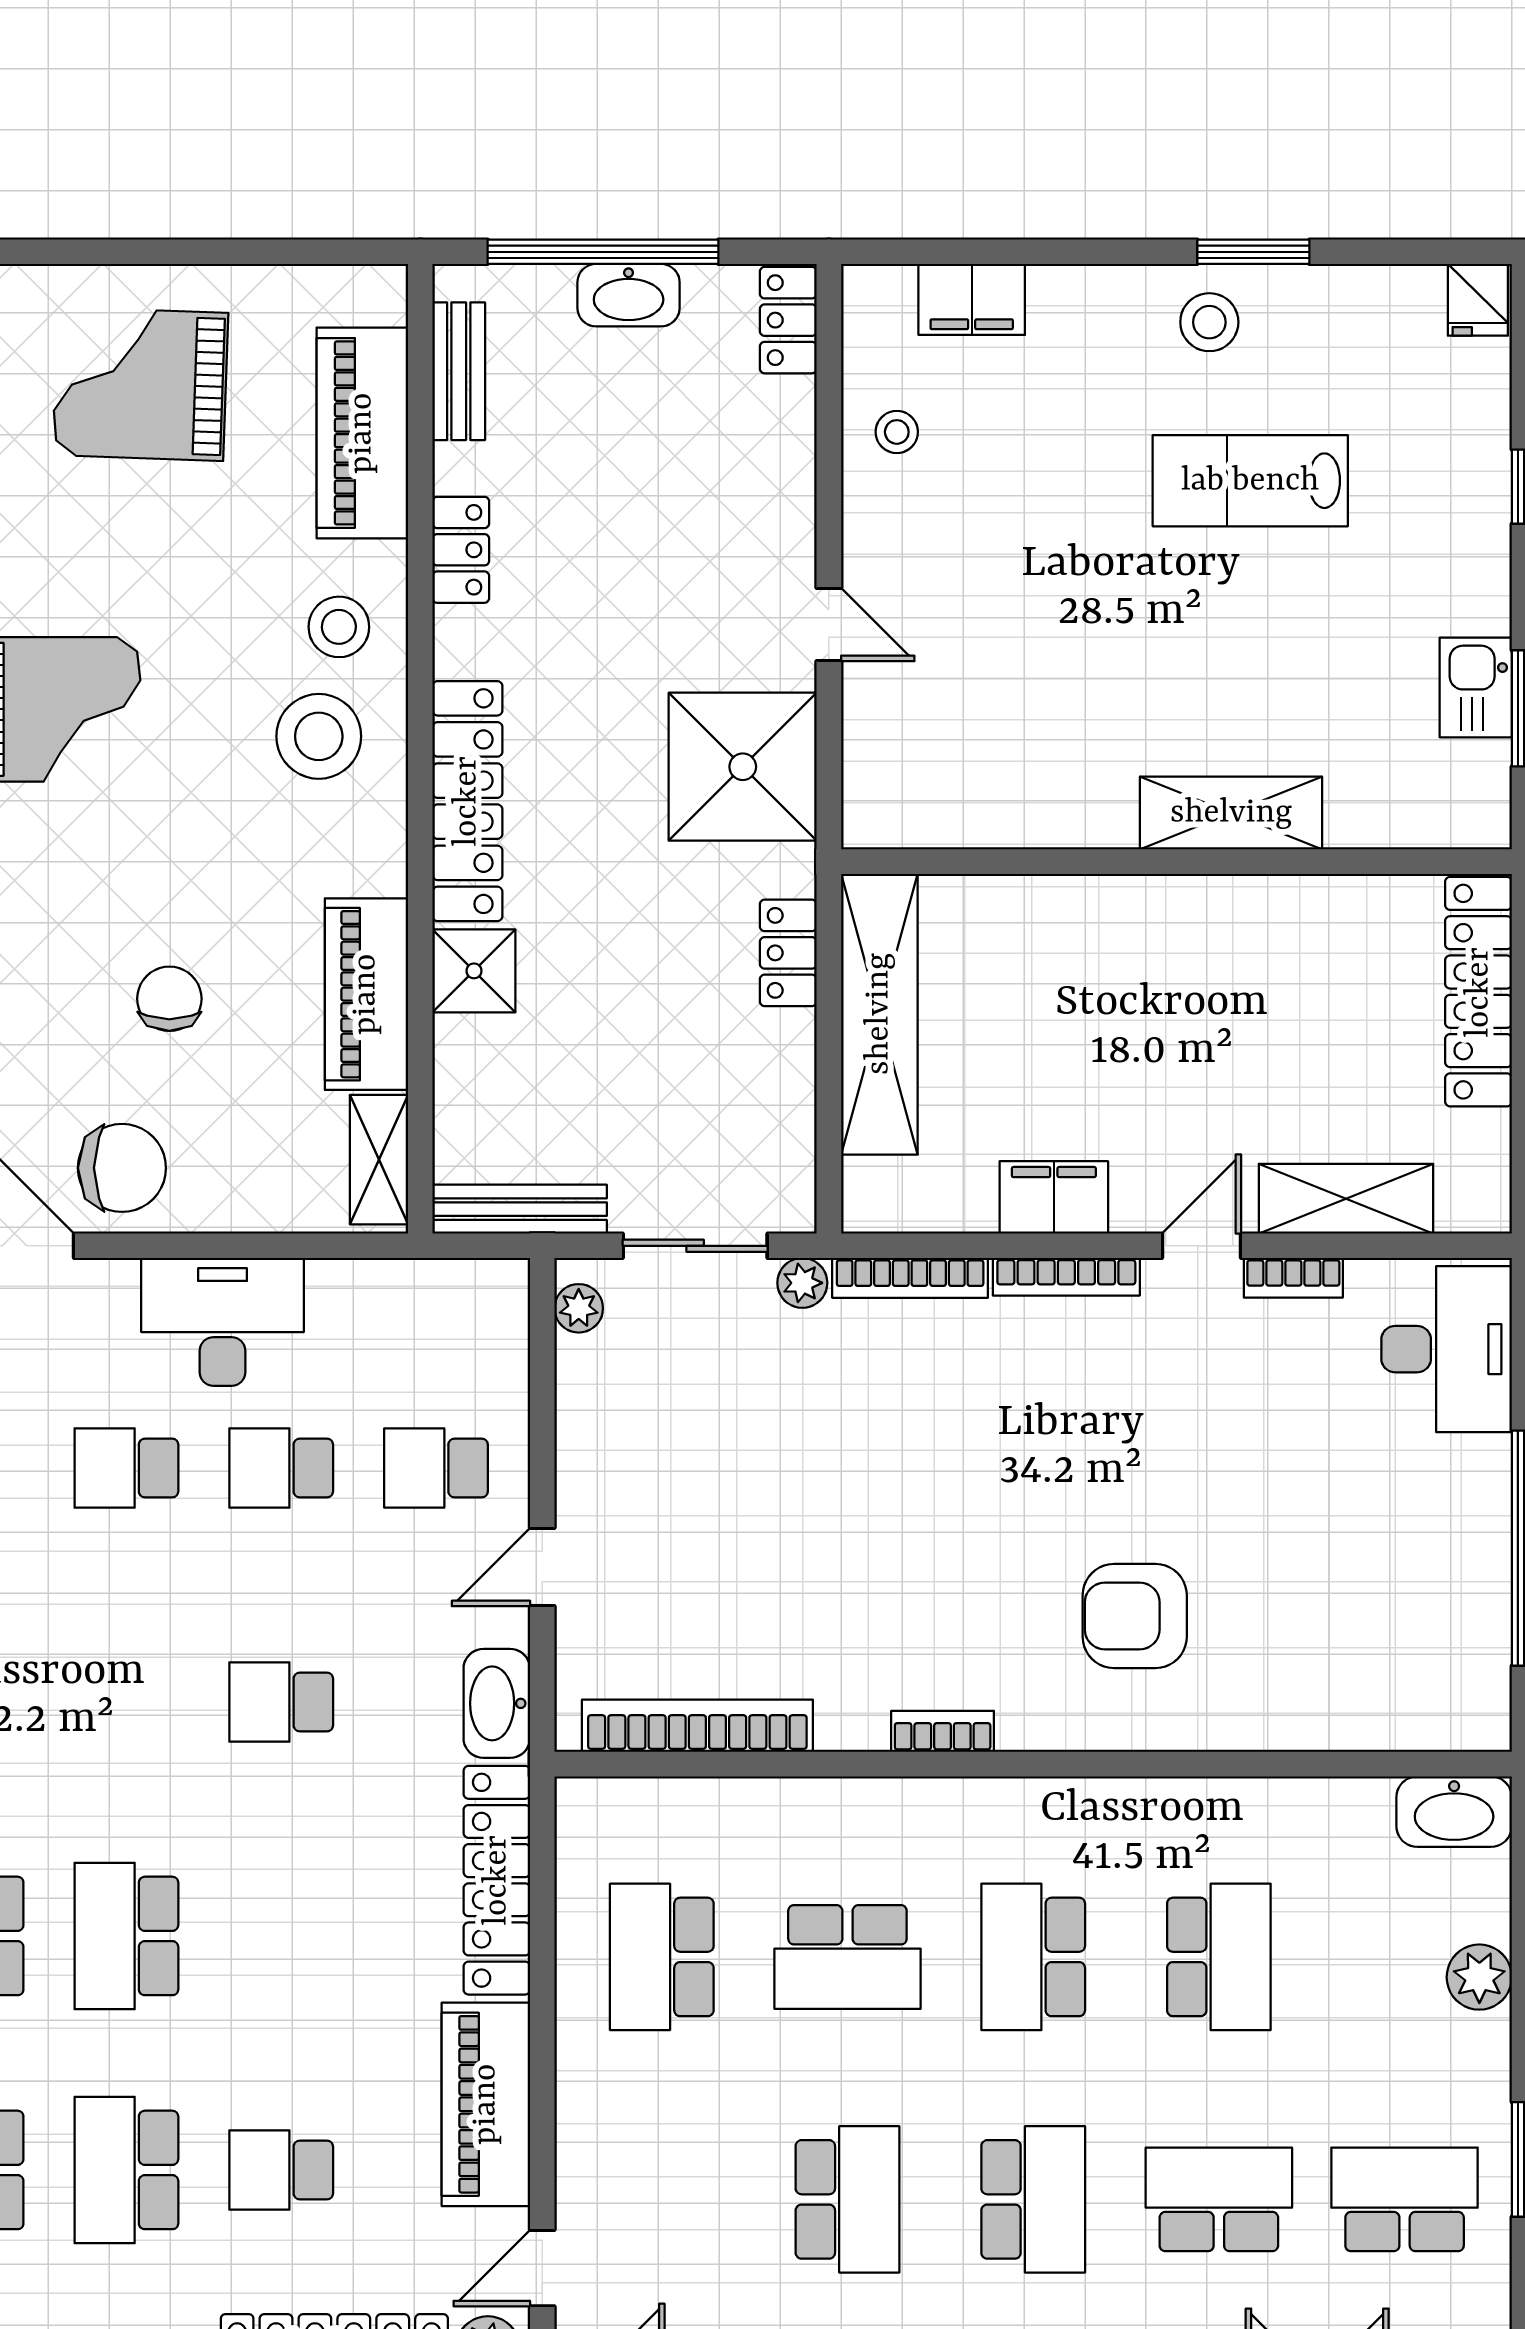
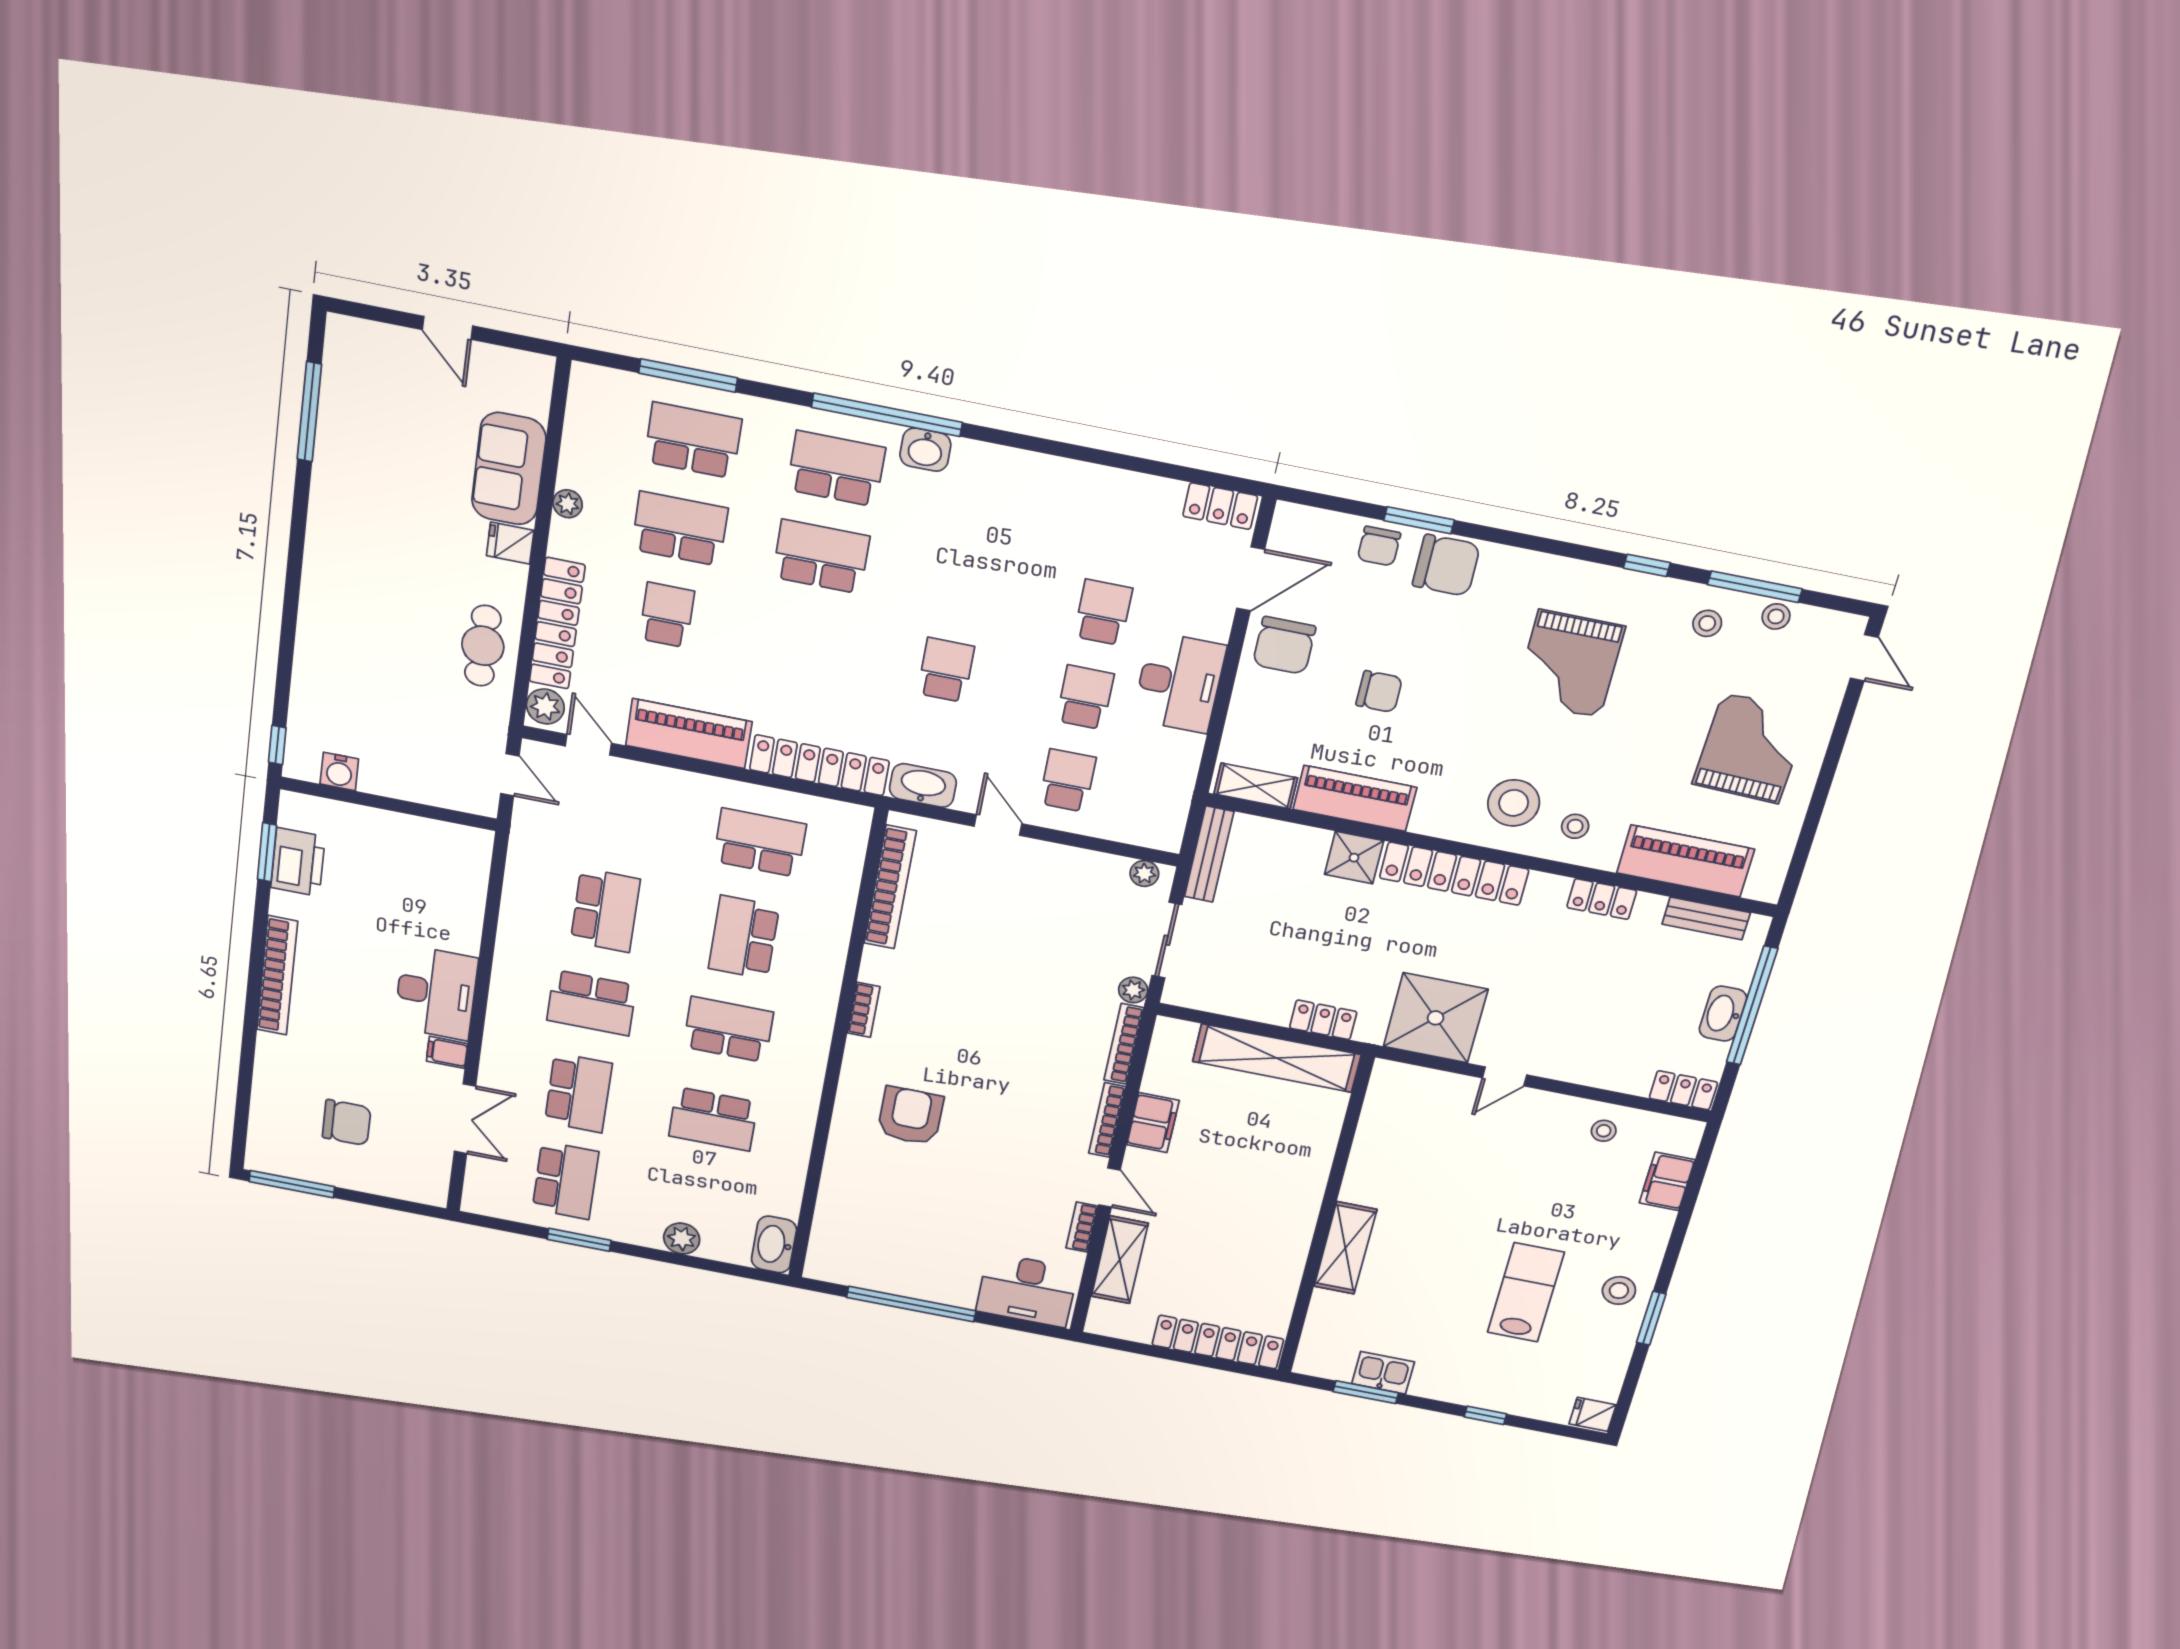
stool: (339, 627) -> (1575, 826), width x0.73, depth x0.73
school desk: (847, 2199) -> (605, 910), turned -90

